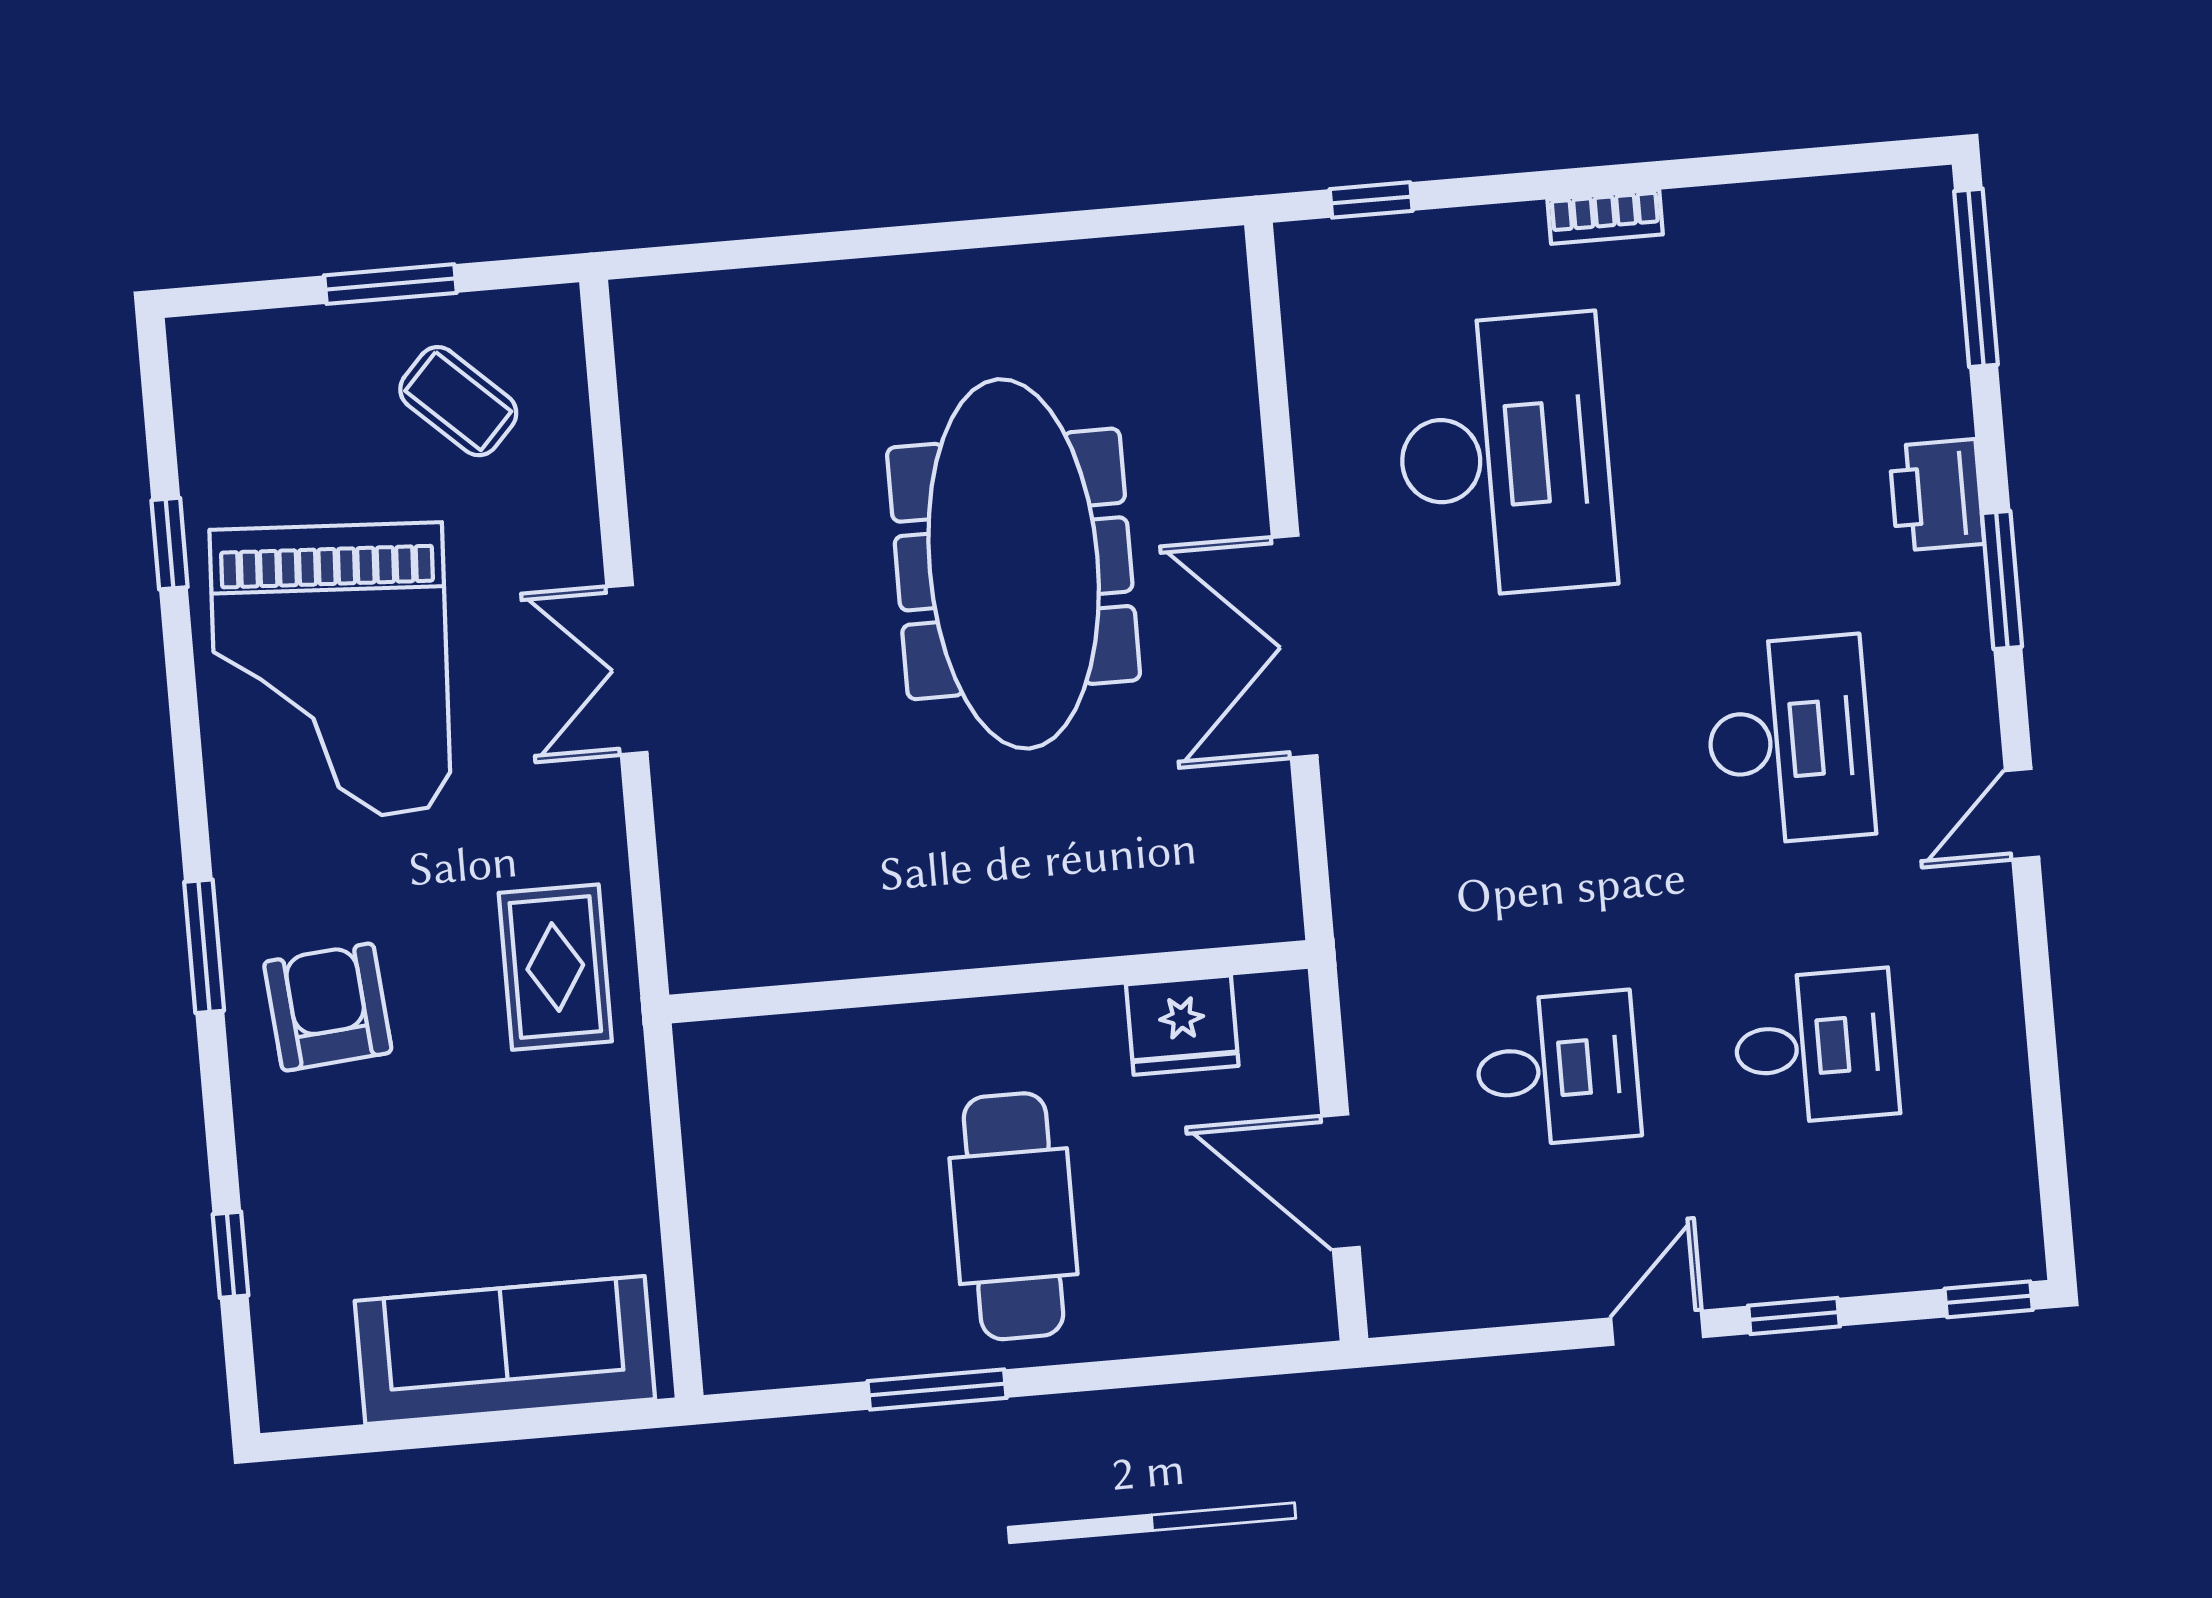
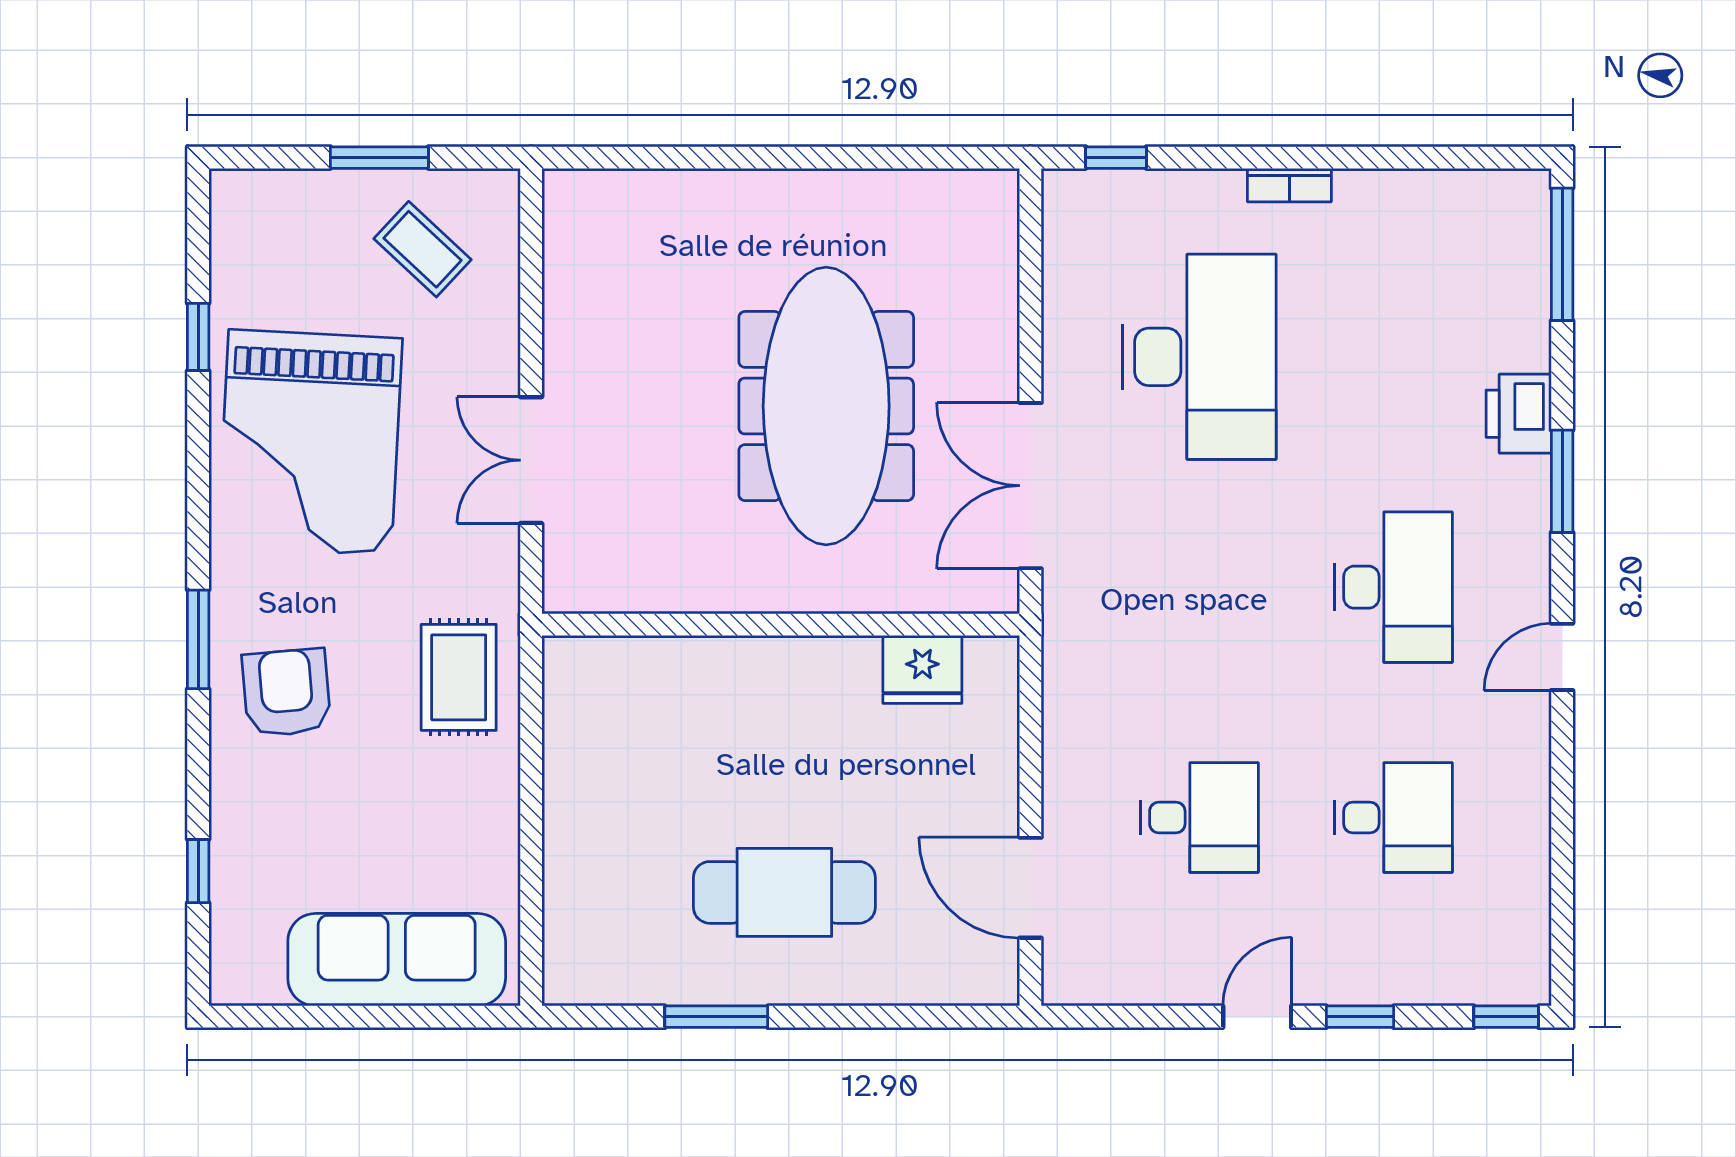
wall: (989, 982) -> (781, 625), moved
fridge: (1182, 1025) -> (922, 669), moved
cafe table: (1013, 1216) -> (784, 892), turned 90

